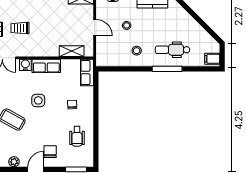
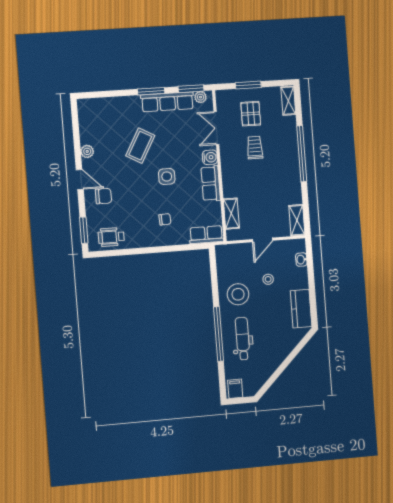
stool: (137, 51) -> (238, 294), width x1.89, depth x1.89
window: (167, 69) -> (218, 334), width x1.46
wheelchair: (77, 136) -> (111, 237), moved

